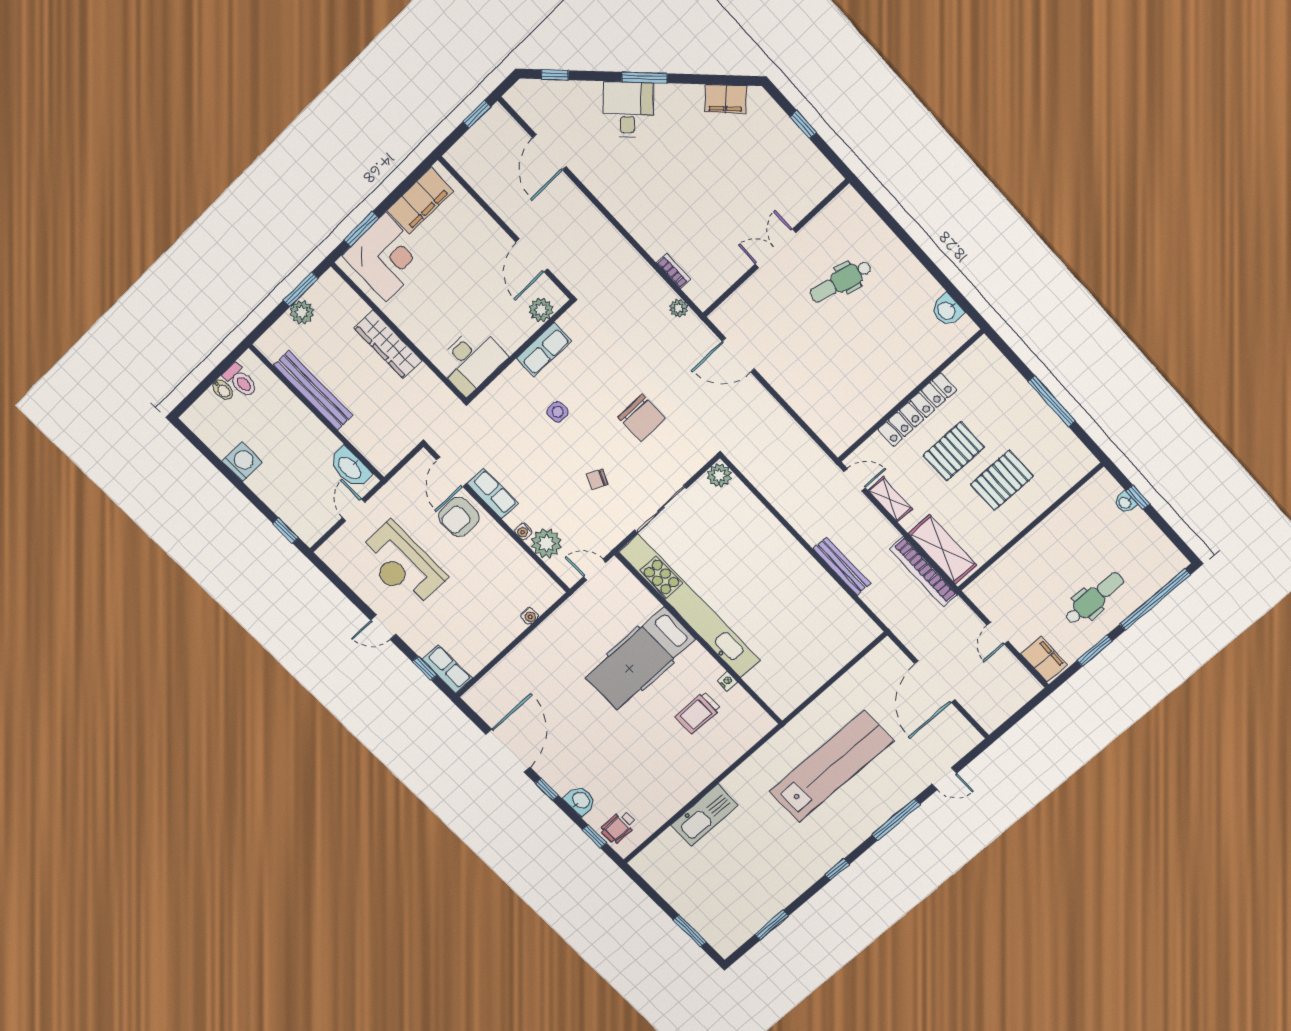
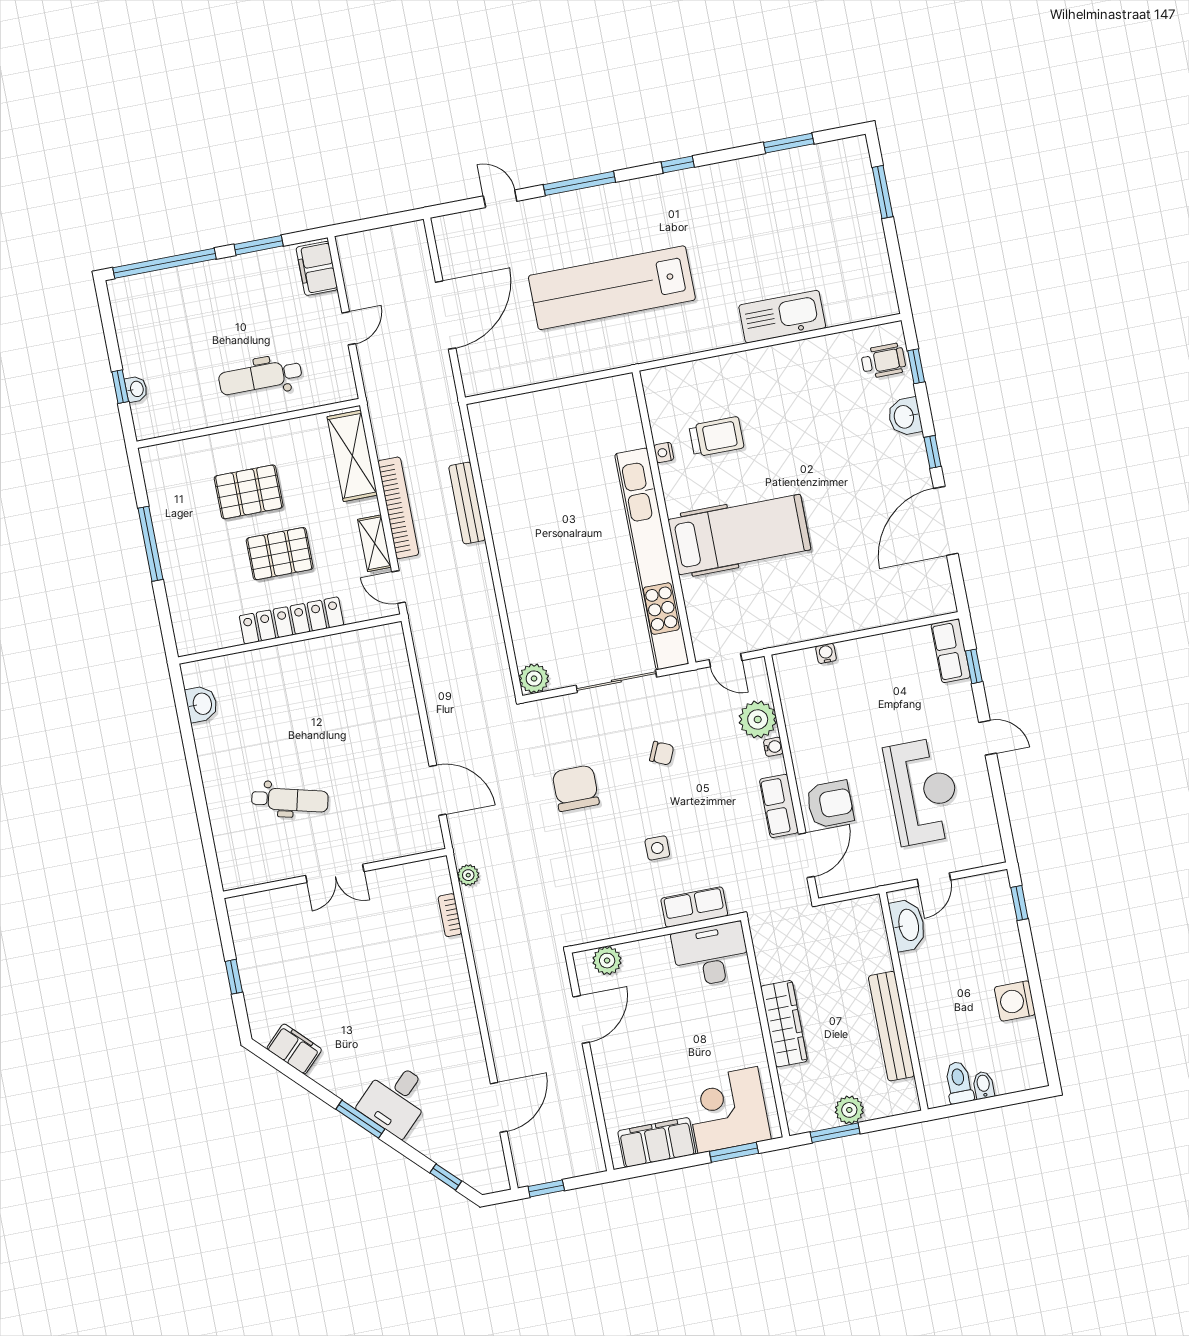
row of seats: (544, 349) -> (694, 907), moved
bookcase: (924, 571) -> (398, 508), moved
dental chair: (1094, 598) -> (260, 377), moved

